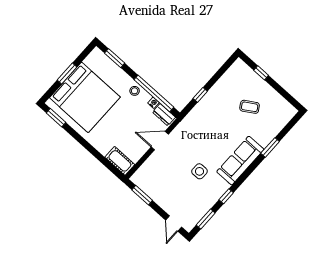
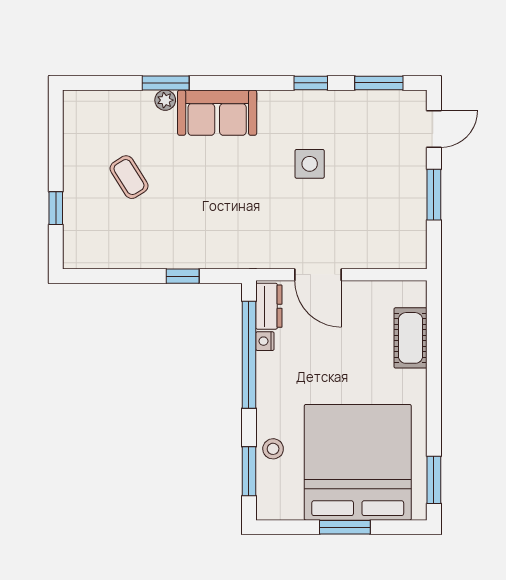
stool: (135, 91) -> (273, 449), moved
plant: (264, 142) -> (165, 100), added
cot: (120, 161) -> (411, 338), moved
sofa: (240, 161) -> (217, 113), width x0.73
window: (142, 195) -> (434, 195), moved

